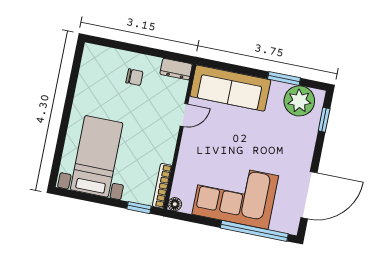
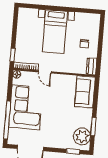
sofa: (230, 88) -> (85, 92), width x0.73
door: (184, 115) -> (45, 72), moved
bed with nightstands: (97, 156) -> (55, 32), moved, turned 90

